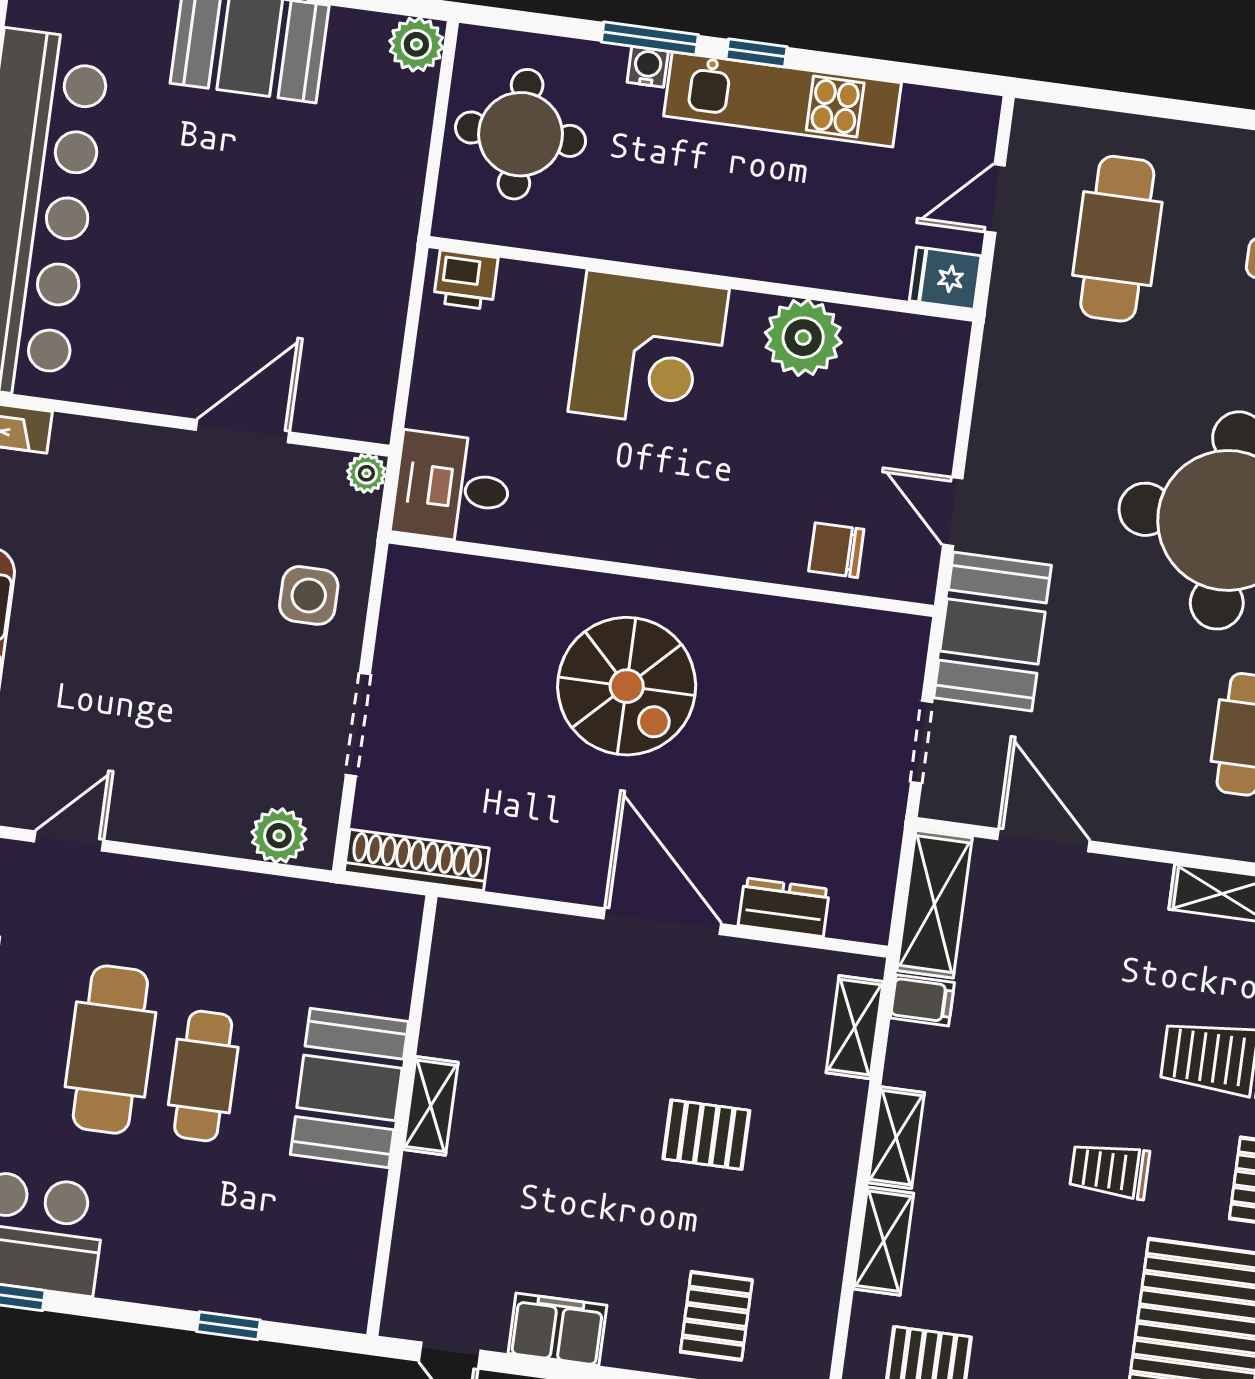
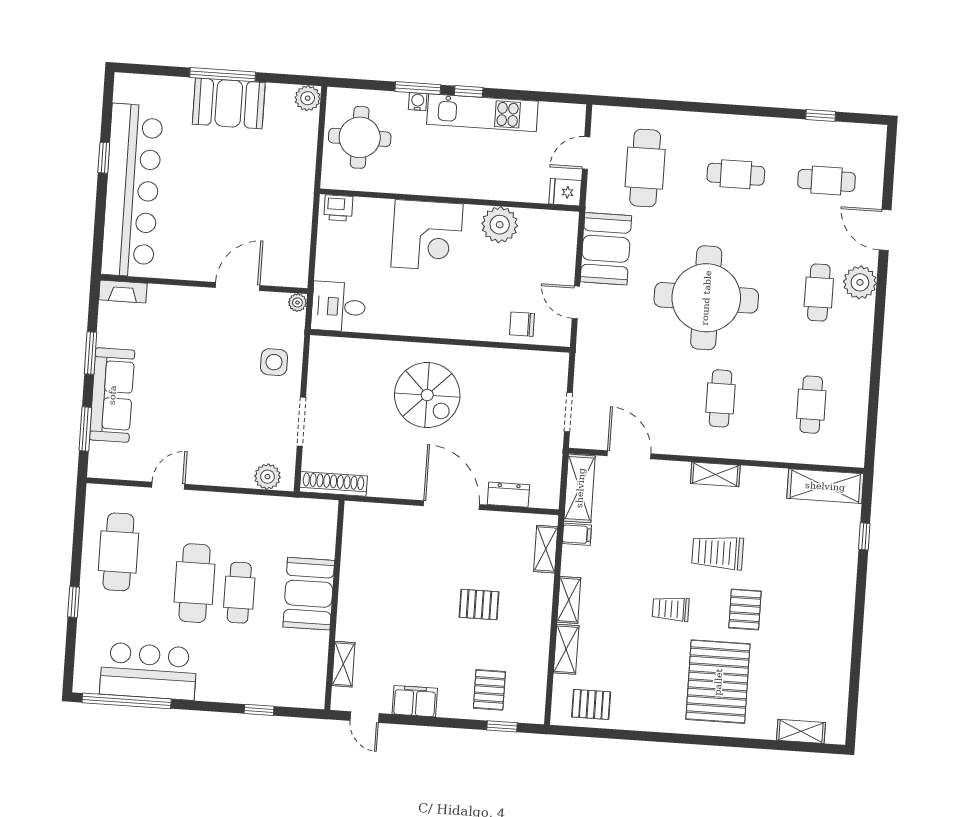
booth: (993, 632) -> (606, 249), moved
shelving: (431, 1106) -> (343, 664), moved

